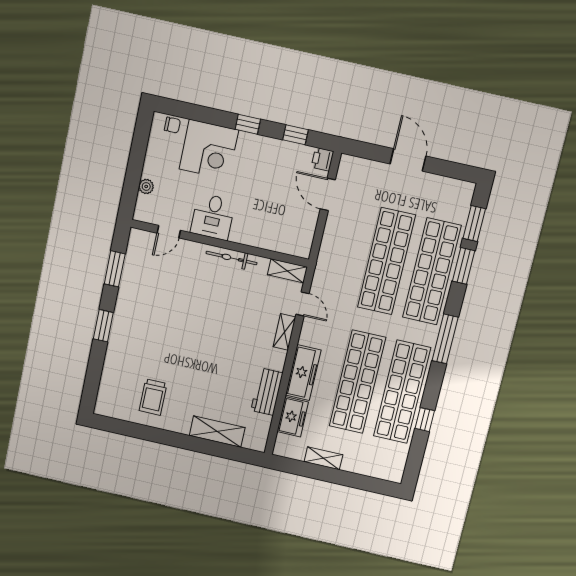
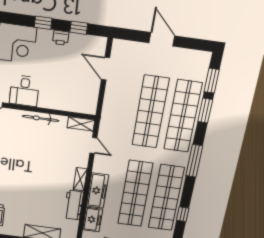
printer: (322, 159) -> (61, 38), moved, turned -90
shelving: (284, 332) -> (80, 179), moved

